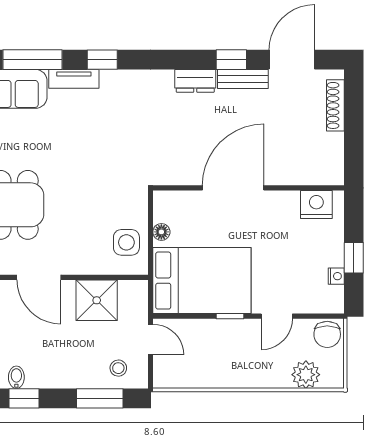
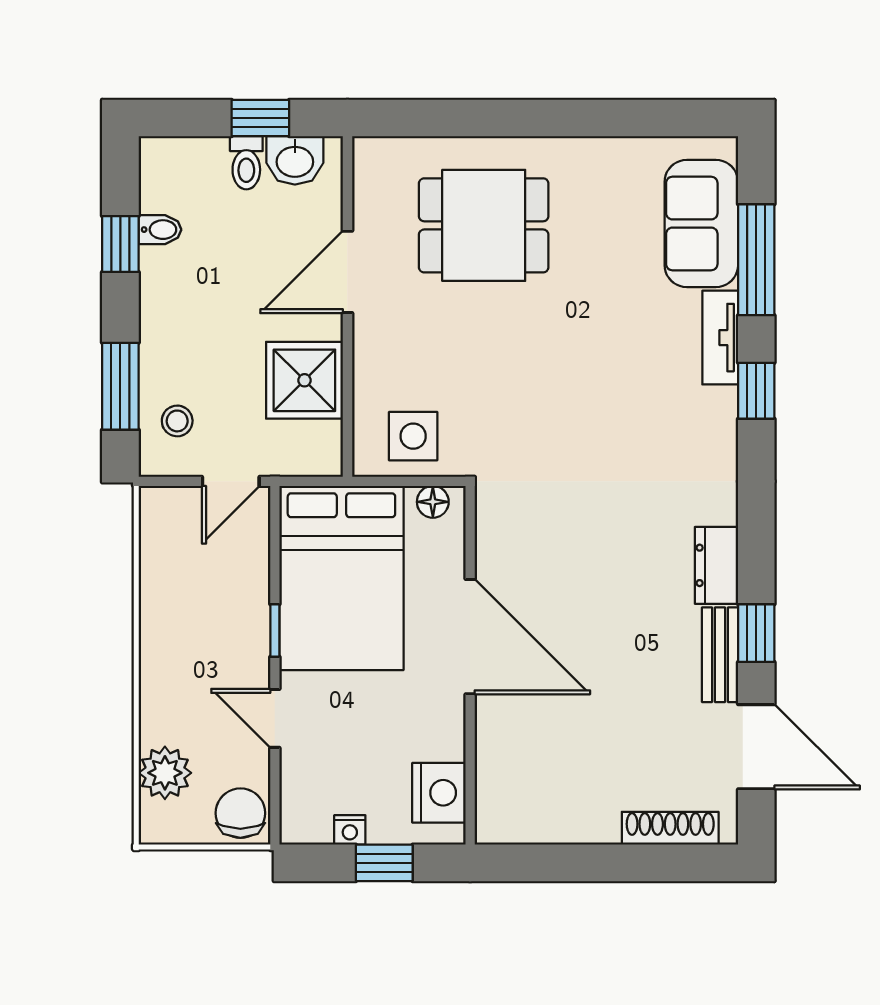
door: (233, 188) -> (470, 637), moved
wall: (248, 188) -> (470, 665), moved
nightstand: (316, 204) -> (439, 793), moved
chair: (327, 334) -> (240, 813), turned 90

